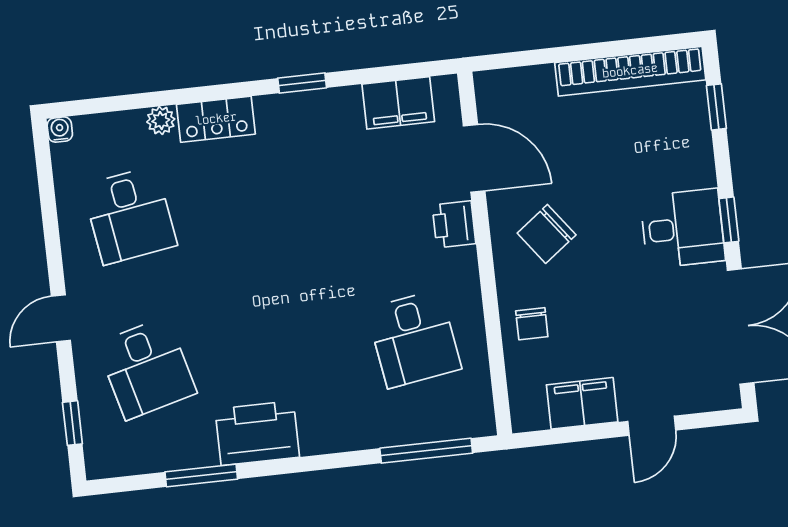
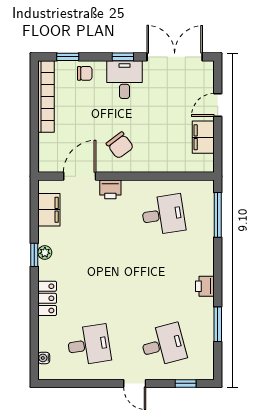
plant: (161, 121) -> (45, 252), moved
water cooler: (60, 130) -> (44, 358), moved
chair: (532, 324) -> (85, 73), moved
door: (652, 426) -> (218, 105), swing flipped
printer: (257, 433) -> (205, 286), width x0.53, depth x0.68

